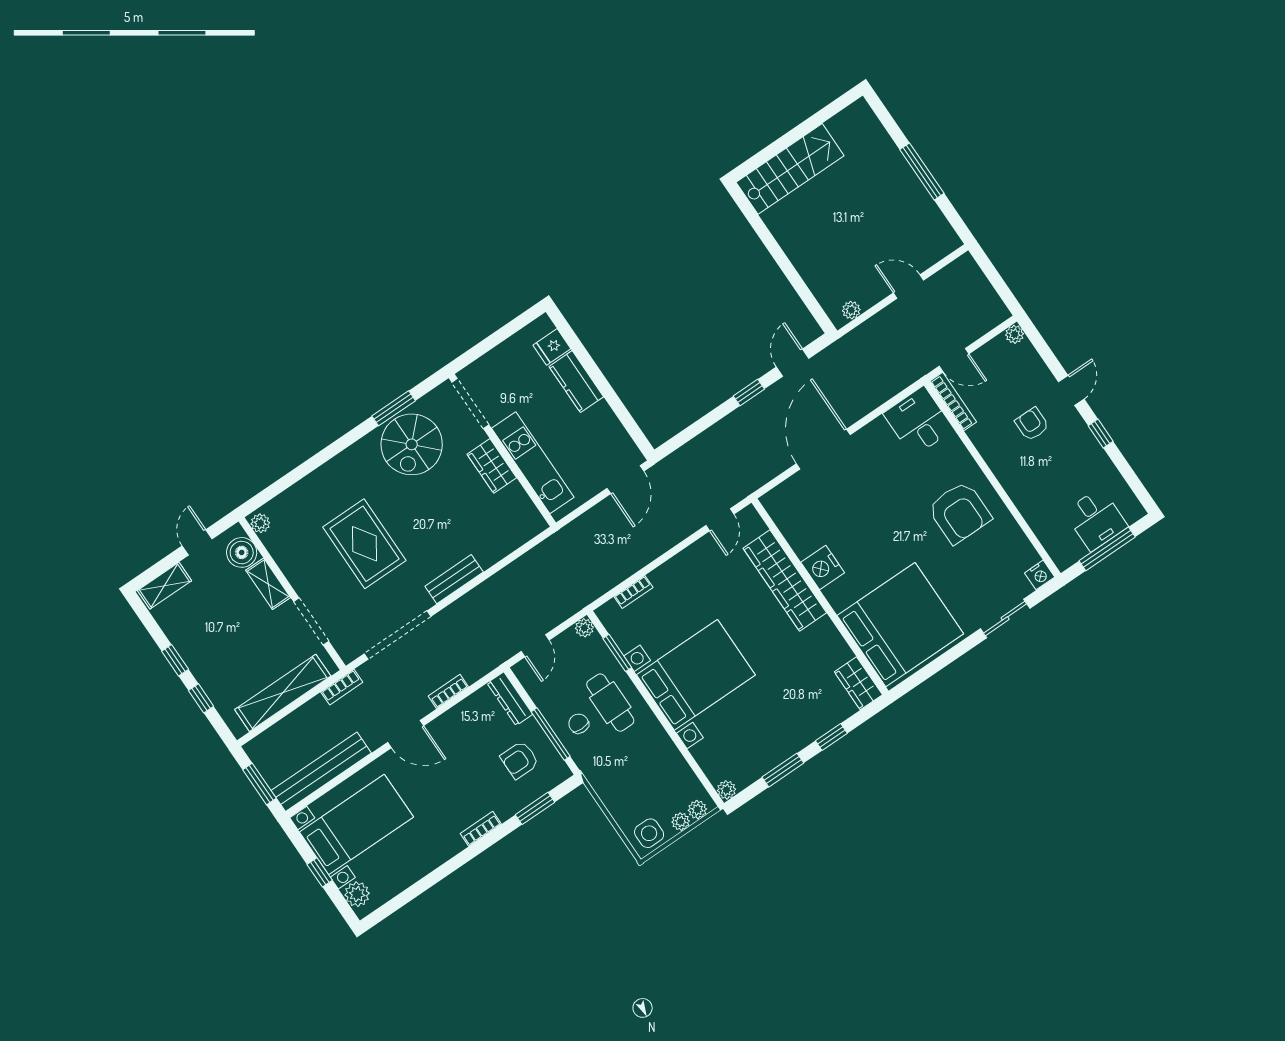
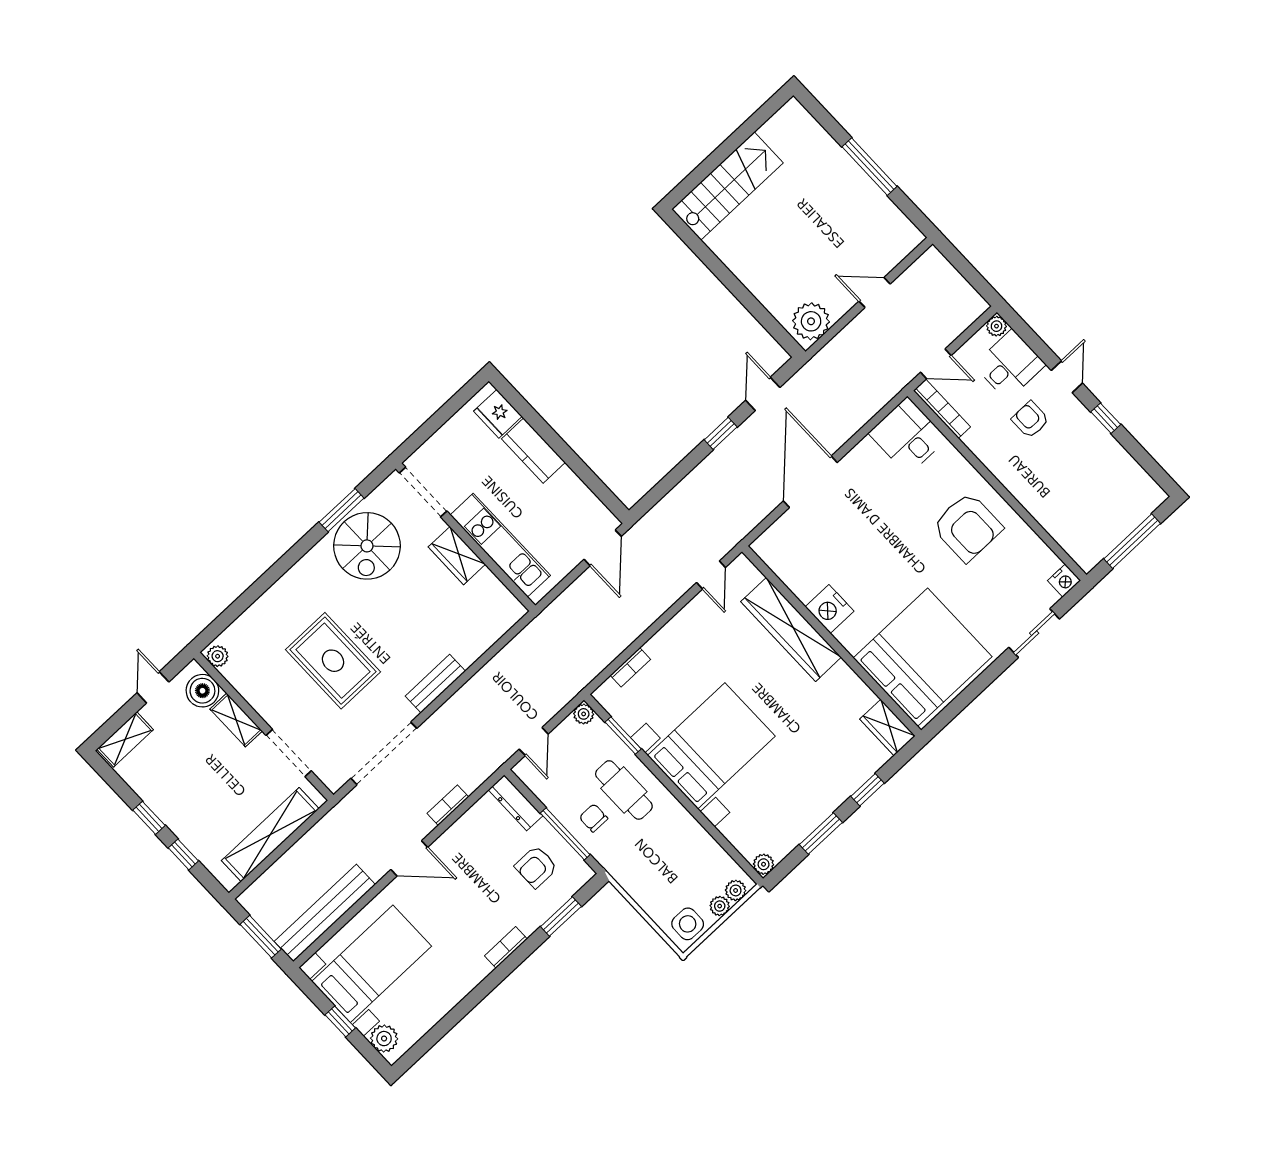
plant: (851, 310) -> (811, 321), width x1.88, depth x1.88
fridge: (552, 347) -> (498, 414), width x1.38
desk: (1096, 519) -> (1010, 365), moved, turned -90
bookcase: (342, 687) -> (333, 819), removed

